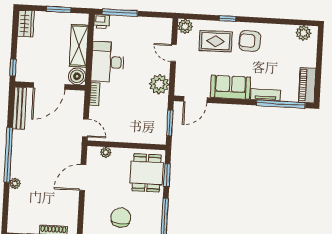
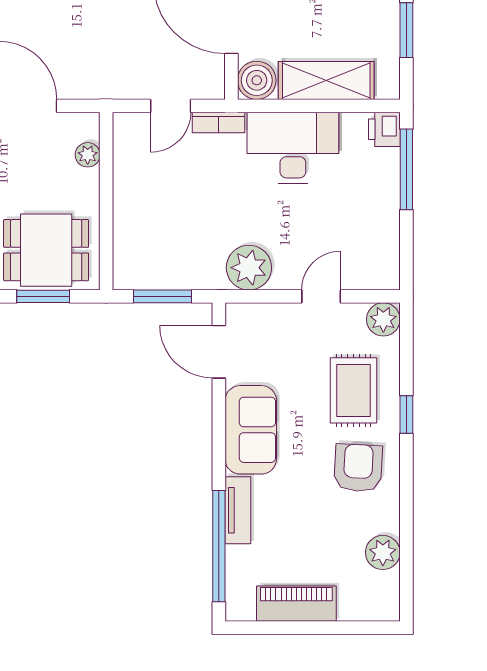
plant: (303, 33) -> (383, 552), moved
piano: (307, 85) -> (296, 604), moved
door: (85, 128) -> (171, 106), moved

